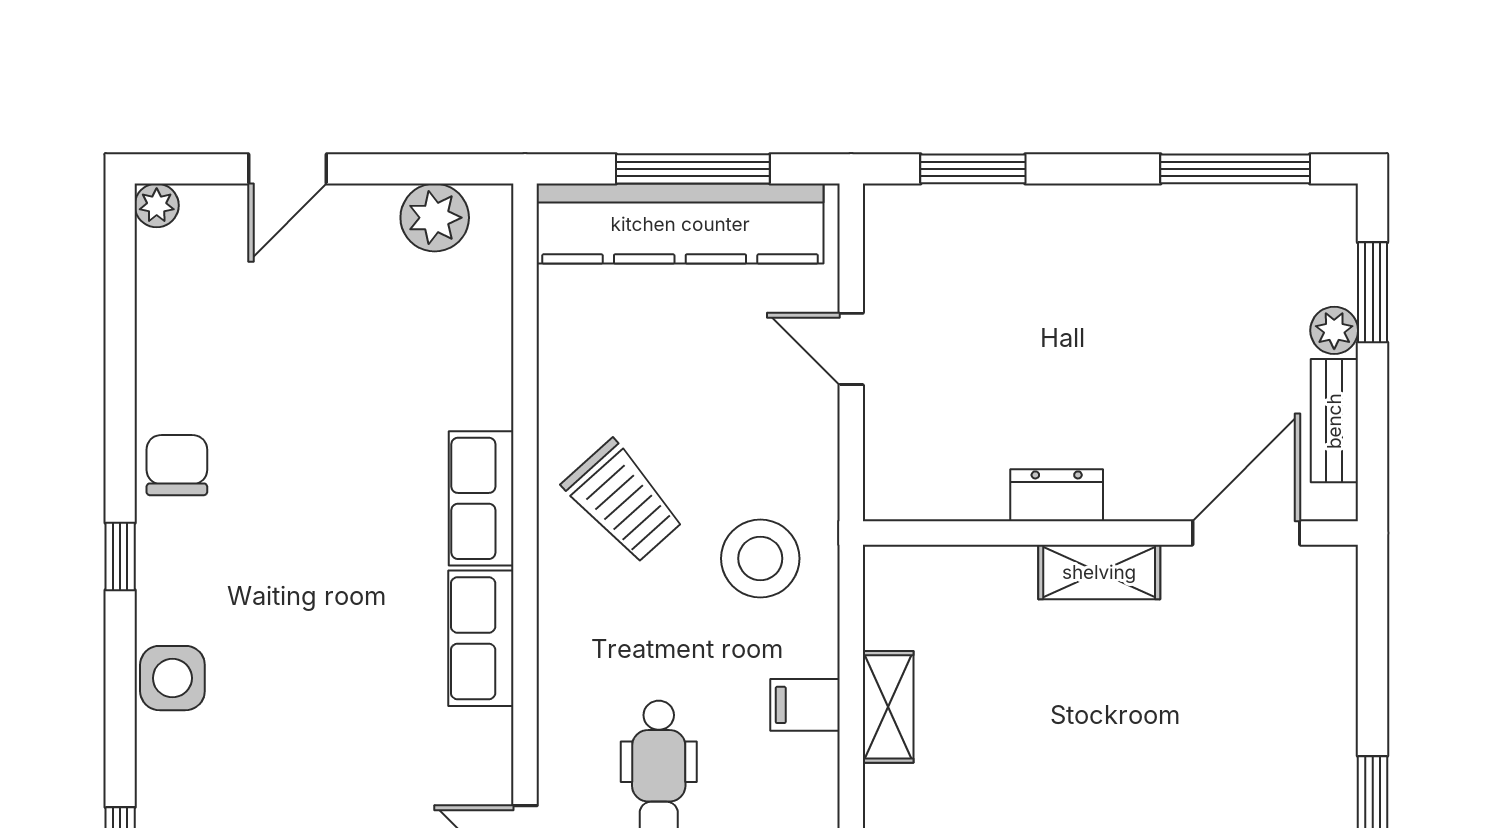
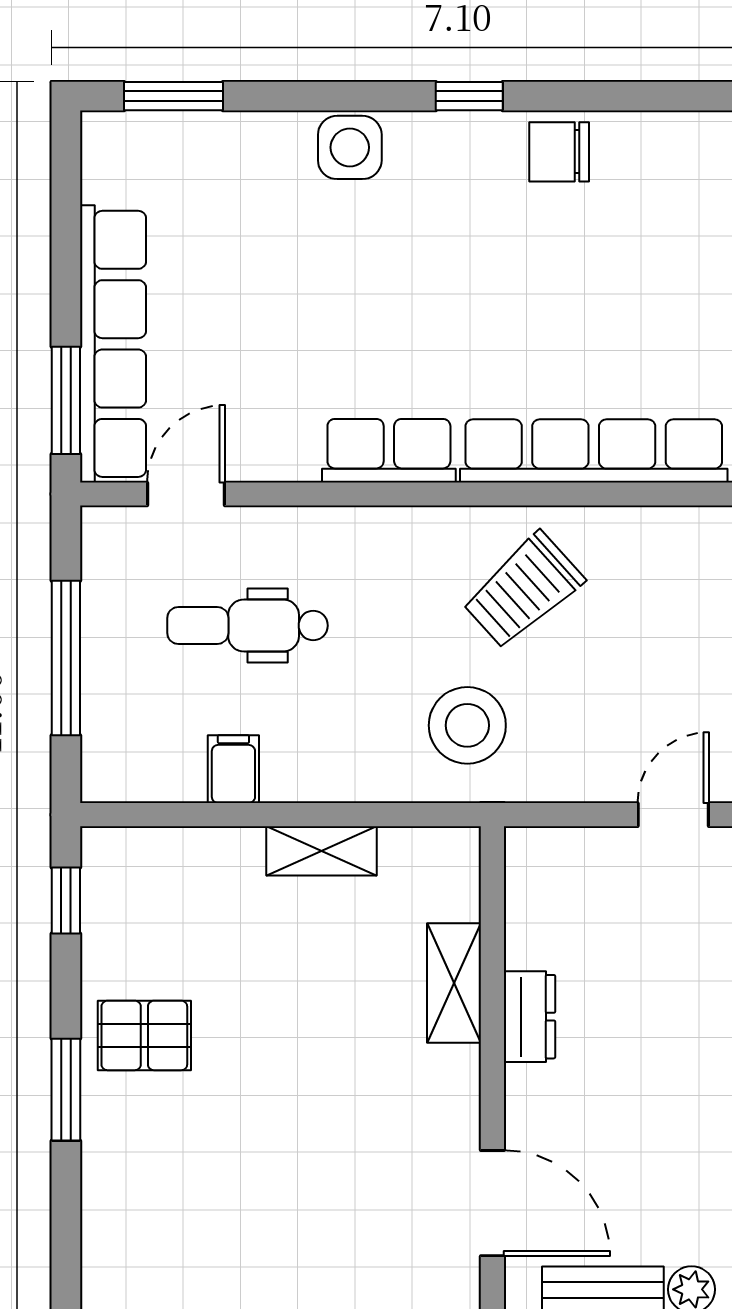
chair: (177, 465) -> (559, 152), turned 180
row of seats: (481, 498) -> (594, 451), width x2.02
shelving: (1099, 572) -> (454, 983), moved
filing cabinet: (805, 705) -> (233, 769), moved

